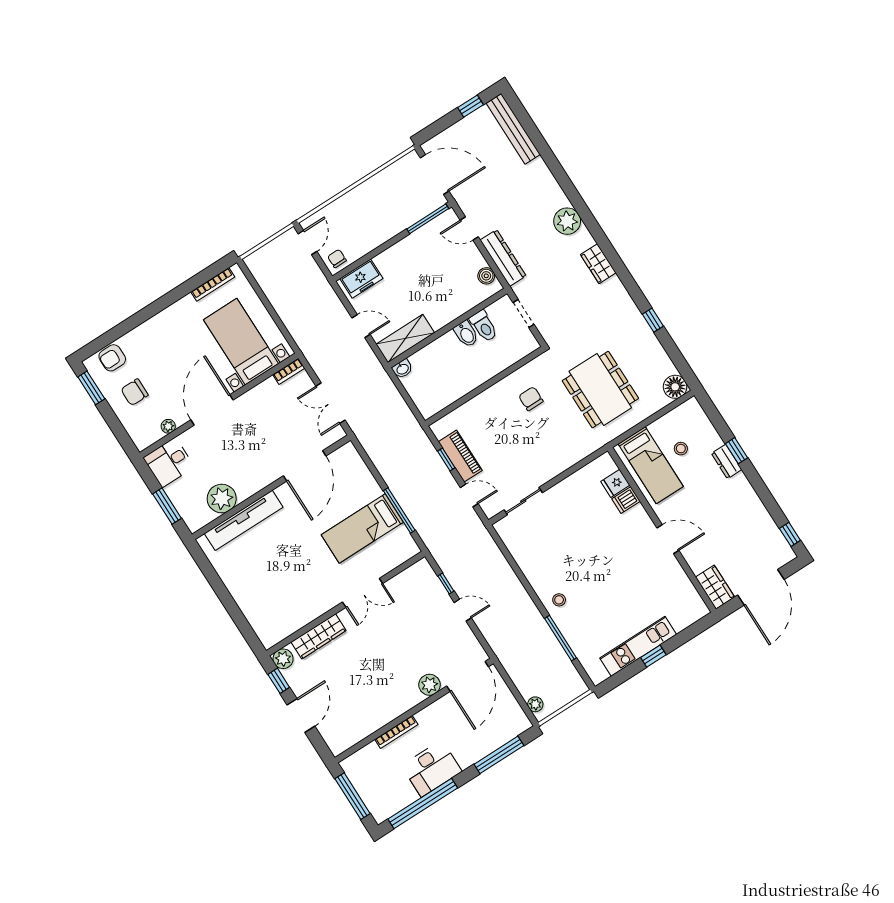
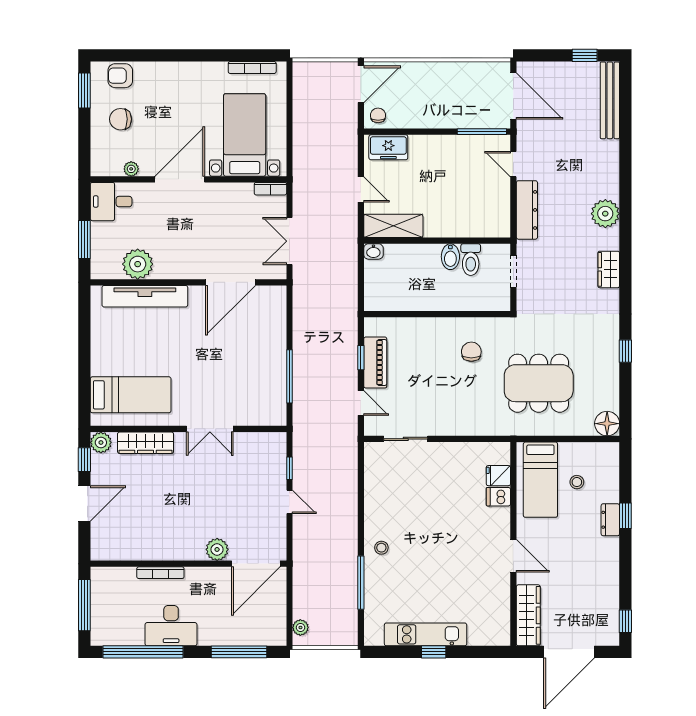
door: (308, 243) -> (361, 84), width x1.38
boiler: (486, 276) -> (502, 216), removed
dining table: (600, 390) -> (539, 383), turned 90
bed: (362, 528) -> (131, 395), moved, turned 180
wardrobe: (715, 587) -> (528, 615), width x1.50

